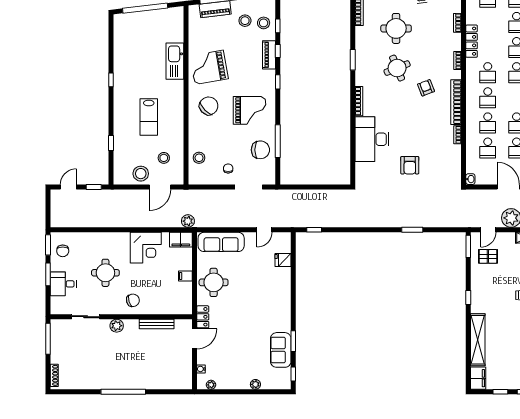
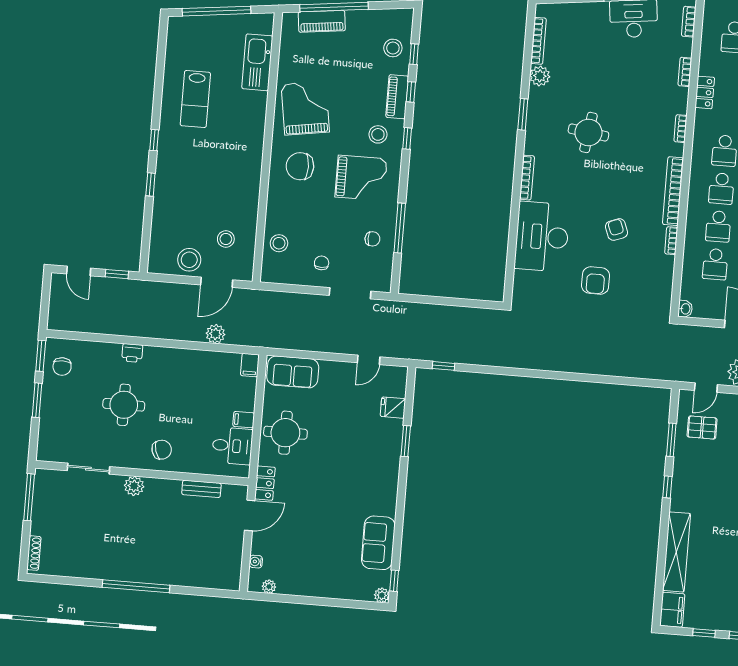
stool: (245, 21) -> (378, 134), moved
round table: (396, 28) -> (592, 73), removed
plant: (362, 33) -> (540, 76), added
locker: (472, 41) -> (705, 92), width x0.66
kitchen sink: (175, 61) -> (257, 62), moved
grand piano: (209, 67) -> (305, 108), turned 91
round table: (397, 68) -> (588, 132), turned 30
window: (111, 80) -> (154, 140), moved
armchair: (426, 88) -> (616, 230), moved
chair: (209, 106) -> (300, 166), turned -136
lab bench: (149, 117) -> (195, 99), moved
window: (111, 143) -> (150, 185), moved
chair: (260, 150) -> (372, 239), width x0.54, depth x0.54
door: (68, 187) -> (79, 271), swing flipped
plant: (188, 221) -> (215, 334), moved
window: (412, 230) -> (591, 378), removed
printer: (108, 238) -> (132, 353), added
filing cabinet: (181, 240) -> (250, 365), width x0.50
sofa: (221, 242) -> (293, 372), width x0.73
window: (468, 246) -> (671, 440), moved
corner desk: (146, 248) -> (187, 372), removed
desk: (63, 284) -> (232, 446), moved, turned 180
bench: (157, 324) -> (201, 489), width x0.73
window: (293, 341) -> (406, 441), moved
plant: (255, 384) -> (382, 595), moved

